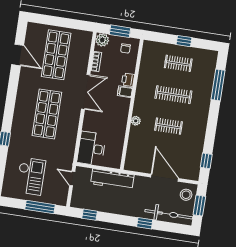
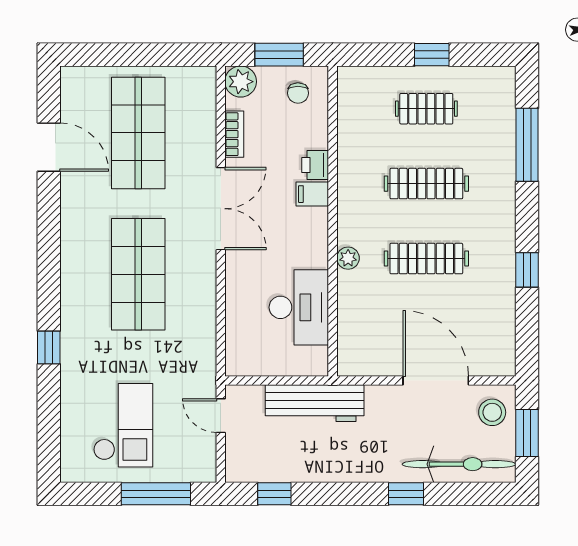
clothes rail: (168, 126) -> (426, 259), width x1.36
desk: (91, 148) -> (299, 307), moved, turned 180
window: (206, 161) -> (527, 270), moved

